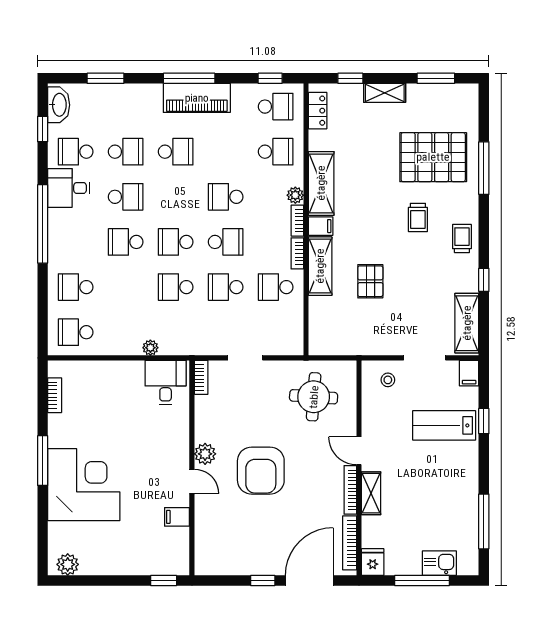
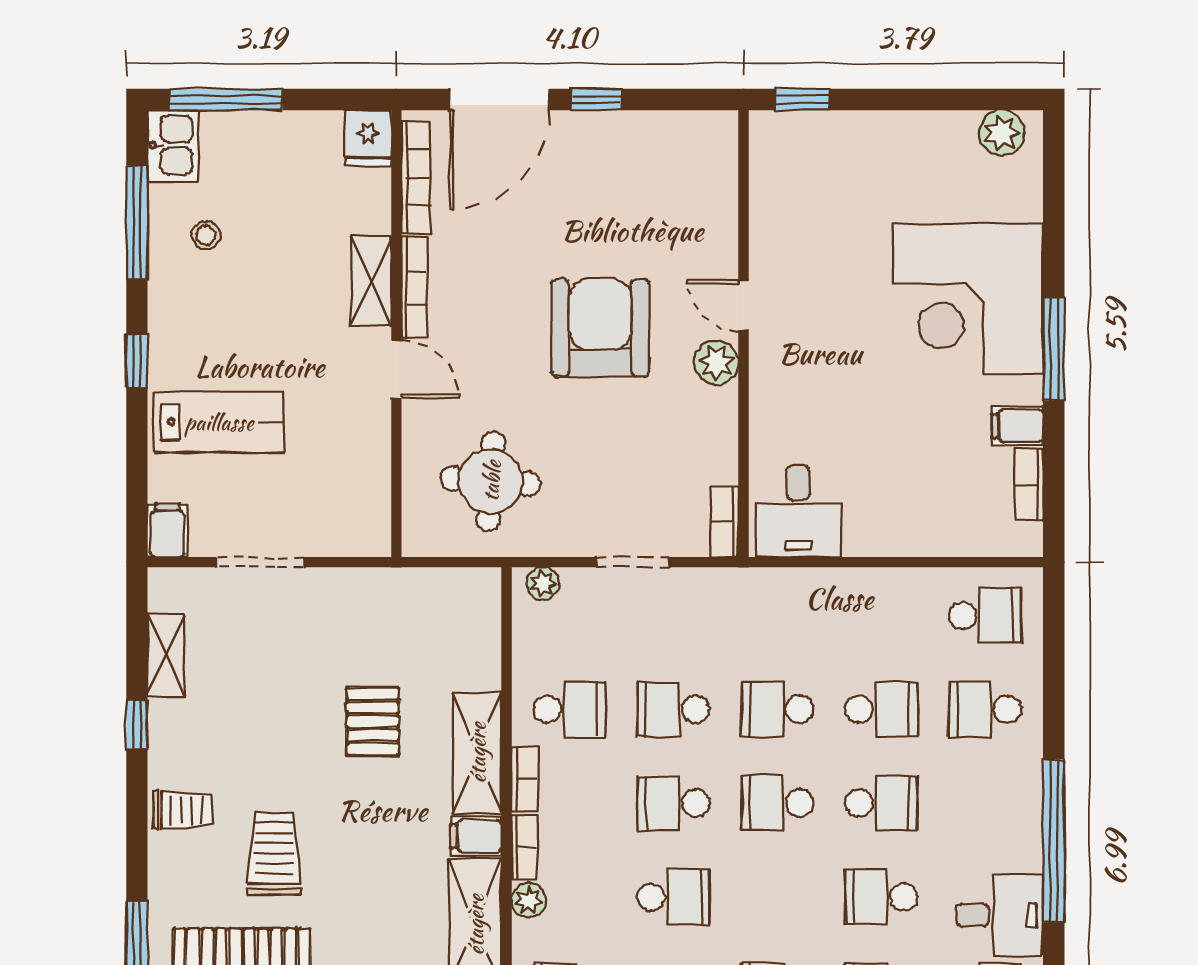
trolley: (418, 218) -> (274, 854), width x1.36, depth x1.39
trolley: (462, 239) -> (182, 810), turned -90
school desk: (176, 242) -> (777, 803), turned 180
school desk: (76, 287) -> (985, 709), turned 180
school desk: (126, 287) -> (881, 709), added
school desk: (176, 287) -> (777, 709), turned 180
school desk: (226, 287) -> (673, 709), turned 180
shelving: (467, 323) -> (166, 655), width x0.67, depth x0.75
plant: (150, 348) -> (543, 583), moved
stool: (388, 380) -> (206, 235), moved
window: (484, 421) -> (137, 361), moved
filing cabinet: (177, 517) -> (1017, 426), moved, turned 180
kitchen sink: (439, 563) -> (173, 145), moved, turned -90
window: (422, 580) -> (226, 100), moved

